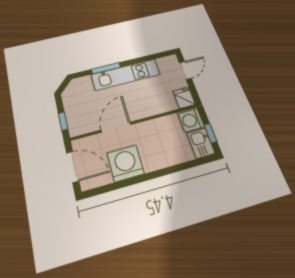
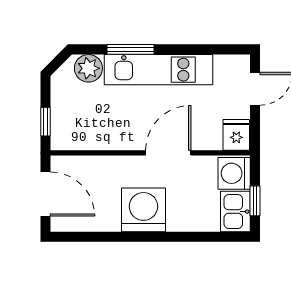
plant: (83, 84) -> (88, 68), added
door: (116, 127) -> (168, 153), moved
washing machine: (126, 163) -> (143, 210), moved

